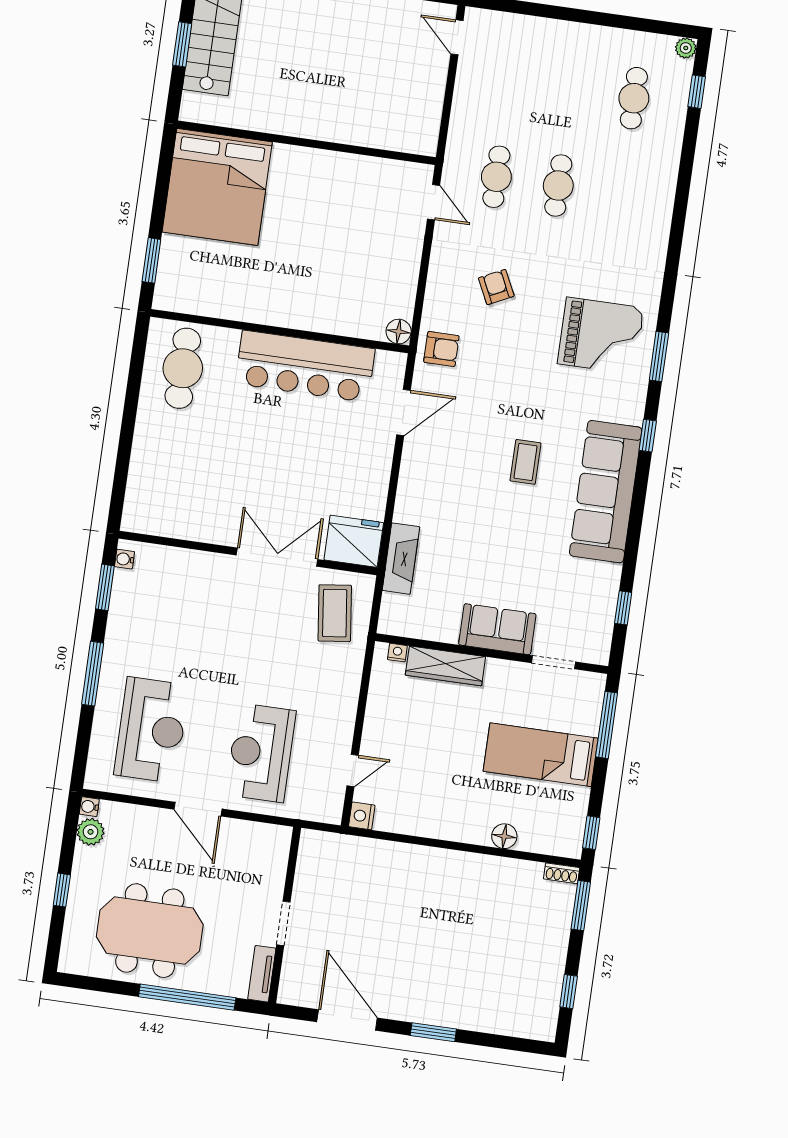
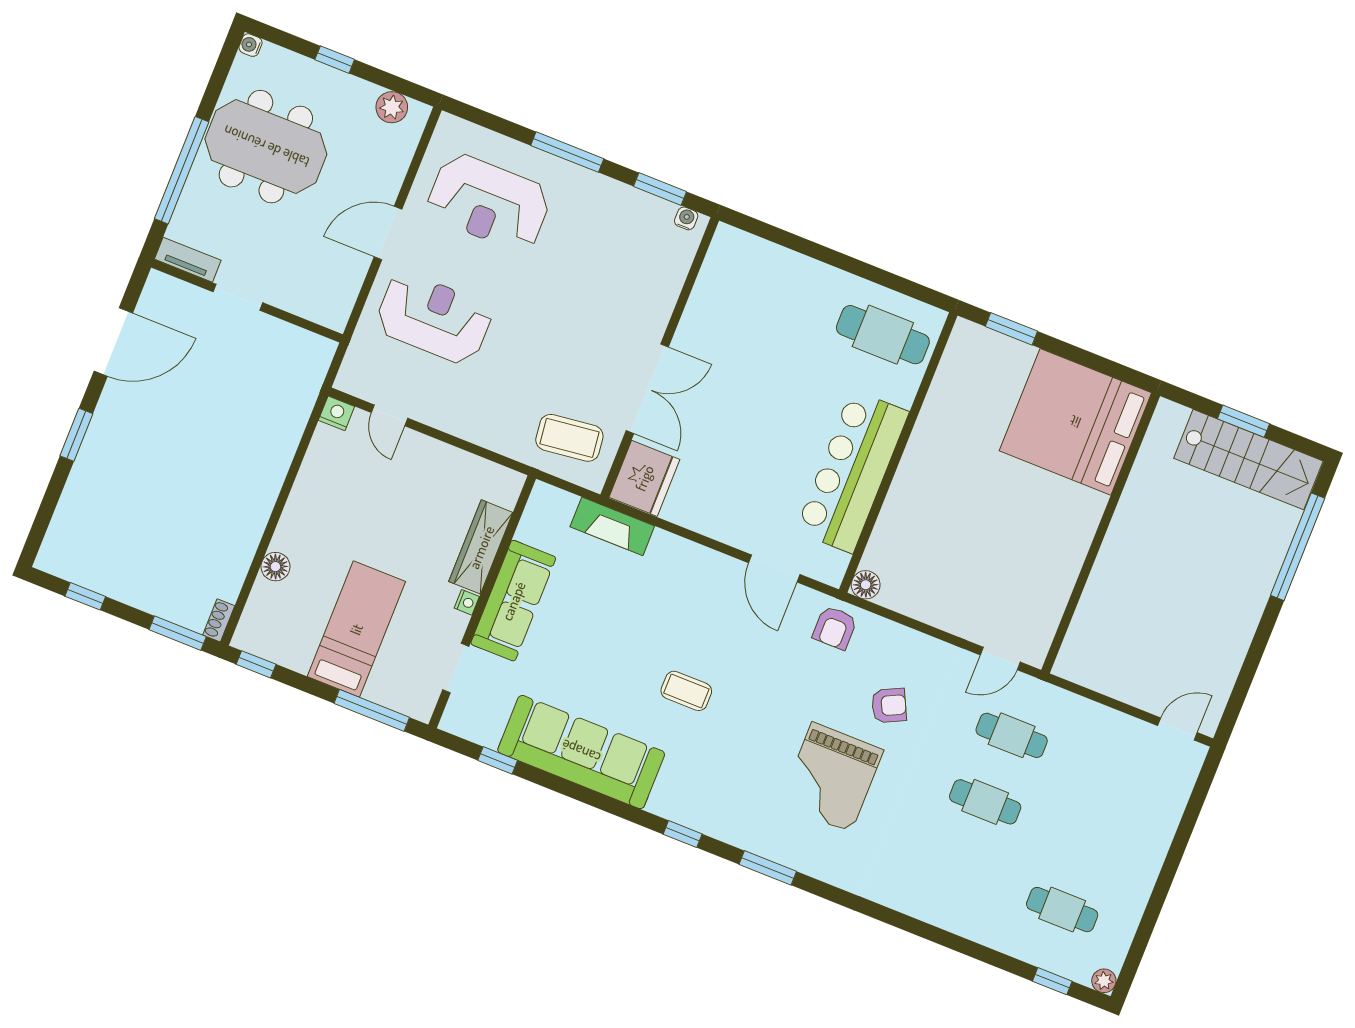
grand piano: (601, 336) -> (831, 777), moved
sofa: (606, 492) -> (581, 752), moved
sofa: (497, 629) -> (513, 601), width x1.36
nightstand: (397, 653) -> (467, 602), moved
water cooler: (89, 807) -> (250, 45), moved, turned -90
meeting table: (150, 931) -> (266, 147), turned 90

